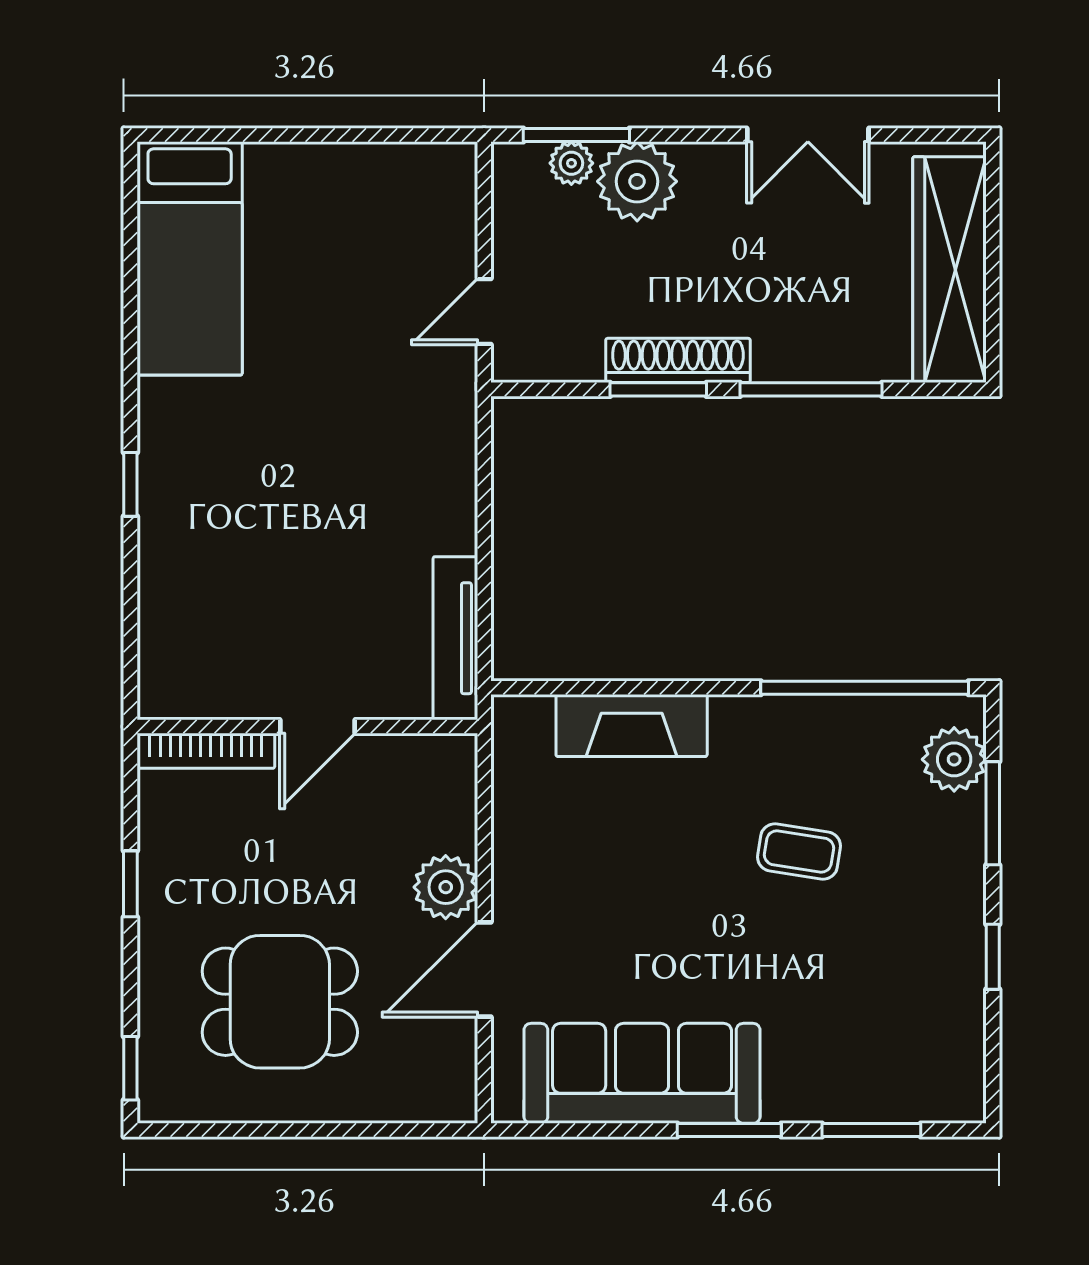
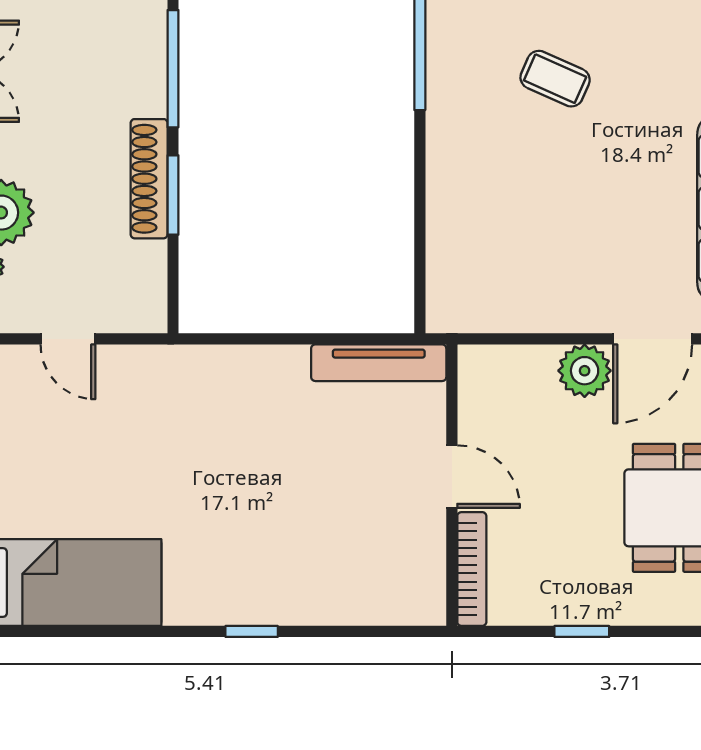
door: (484, 312) -> (68, 339), moved
fireplace: (632, 726) -> (451, 217), removed
coffee table: (799, 851) -> (555, 79), turned -75
door: (484, 970) -> (653, 339), hinge flipped

